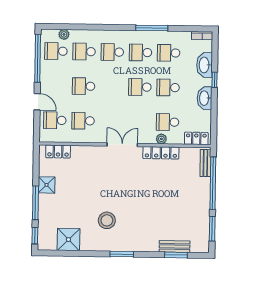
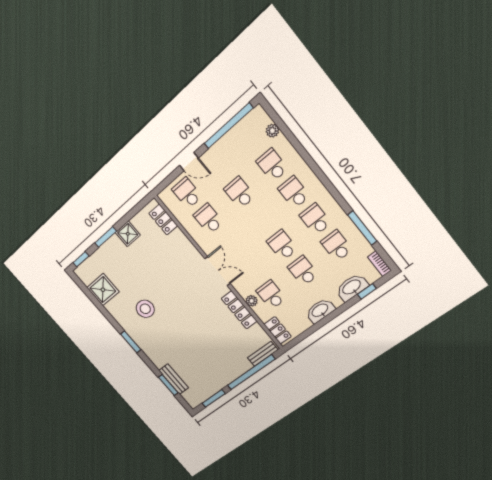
window: (152, 28) -> (362, 228), moved
school desk: (56, 51) -> (250, 137), removed
window: (215, 80) -> (367, 291), moved
door: (37, 102) -> (189, 162), hinge flipped
window: (35, 203) -> (106, 237), width x0.69

